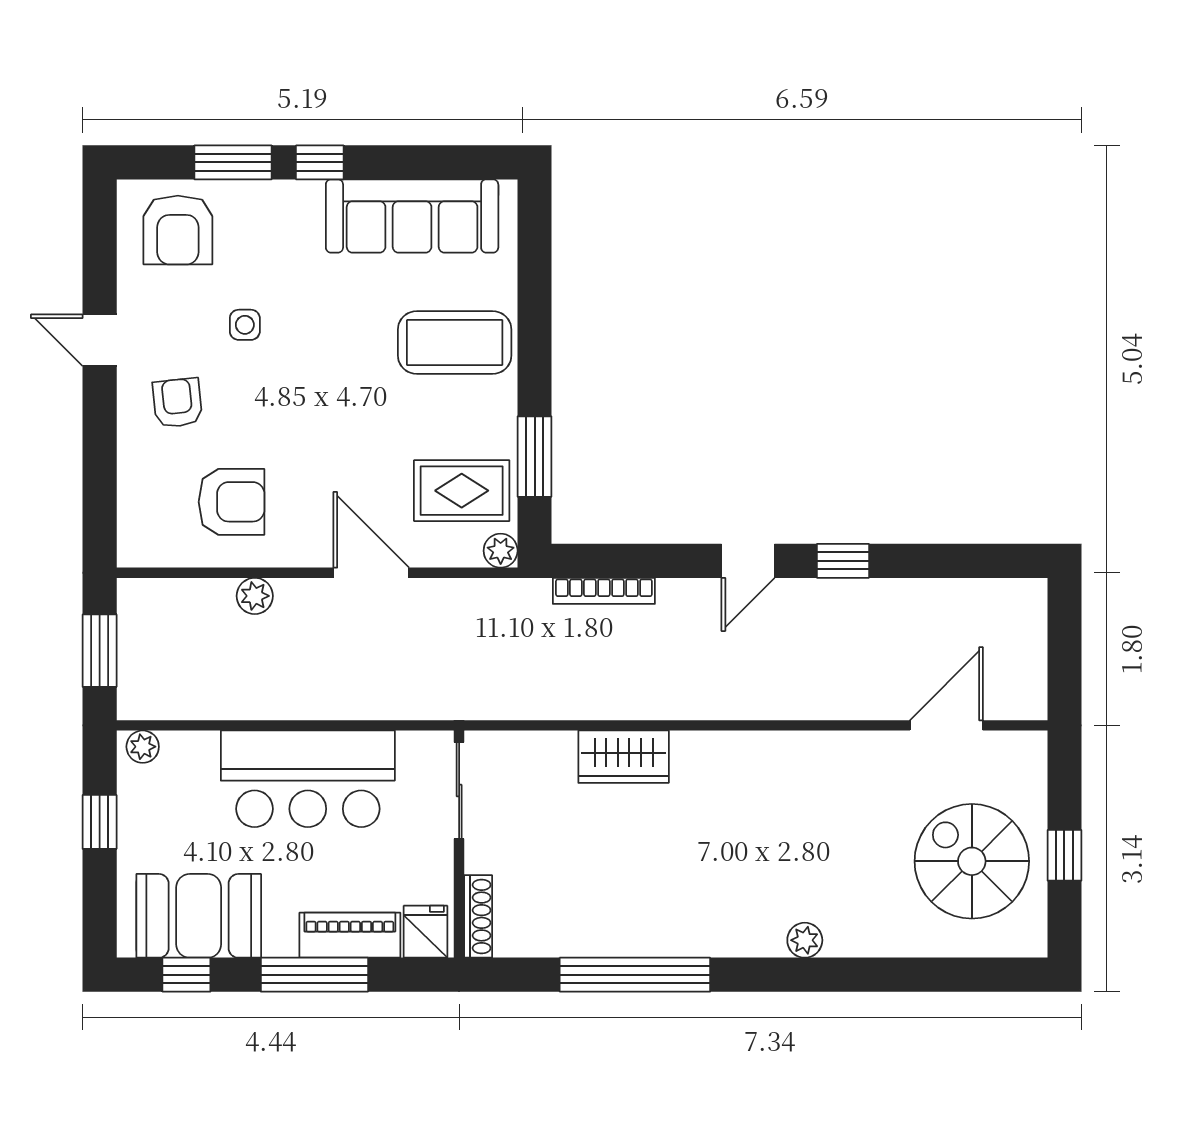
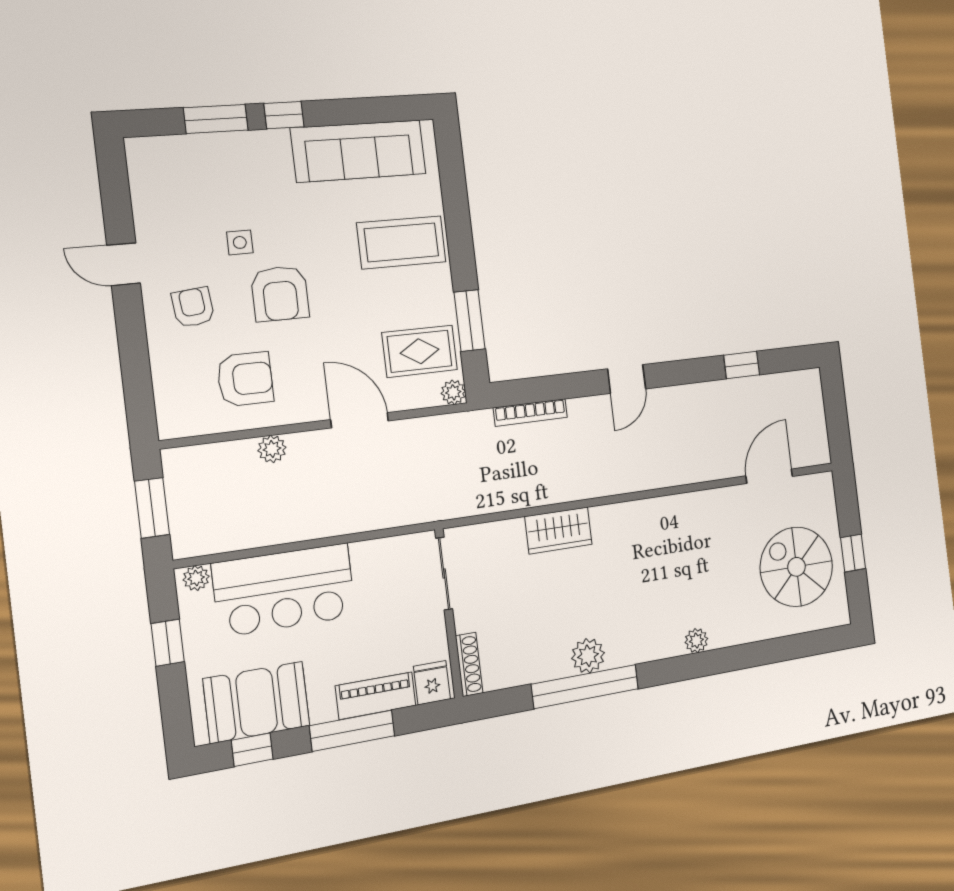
armchair: (178, 230) -> (280, 294), moved
window: (843, 561) -> (742, 365), moved
bar counter: (308, 779) -> (284, 590), moved
plant: (644, 934) -> (588, 656), added

